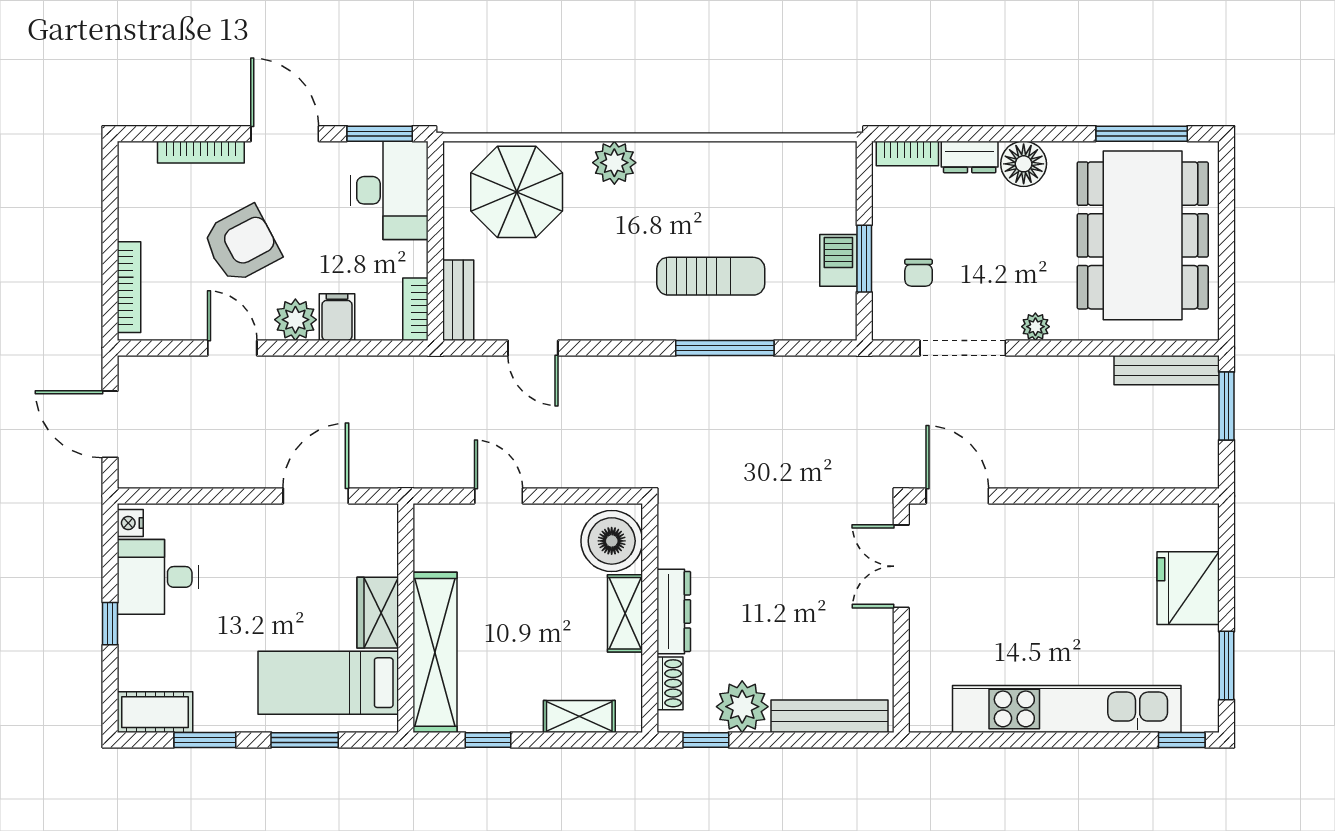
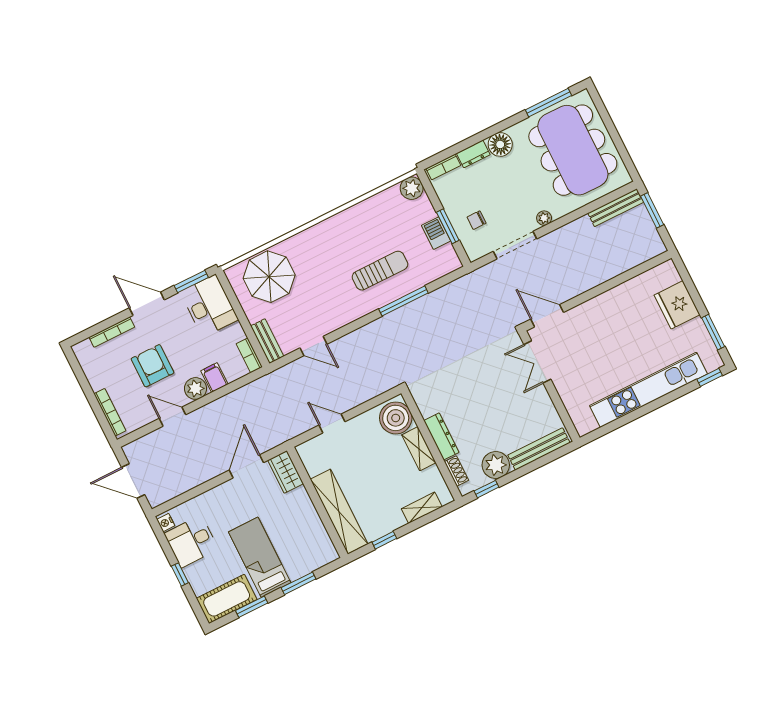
plant: (614, 163) -> (412, 188), moved
armchair: (242, 244) -> (153, 366), turned -62
chair: (919, 273) -> (477, 220), turned 90
wardrobe: (378, 613) -> (286, 472), moved
bed: (328, 683) -> (260, 557), moved, turned 90
cot: (155, 712) -> (227, 599), width x1.37, depth x1.34

